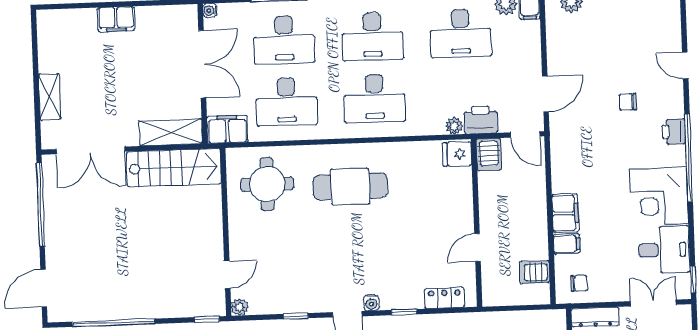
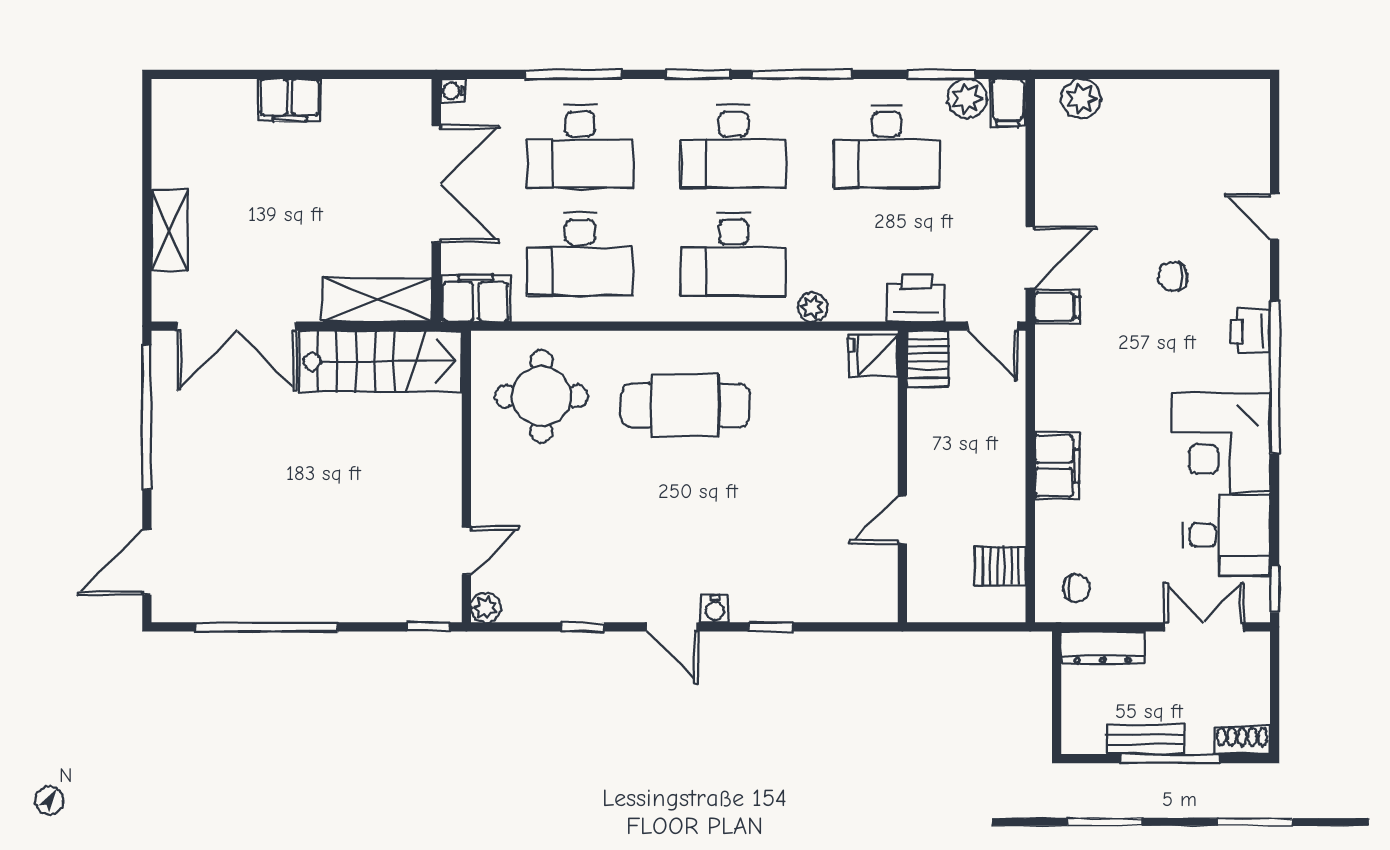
plant: (454, 126) -> (813, 307), moved
filing cabinet: (567, 244) -> (1057, 307), moved
locker: (444, 298) -> (842, 605), removed

